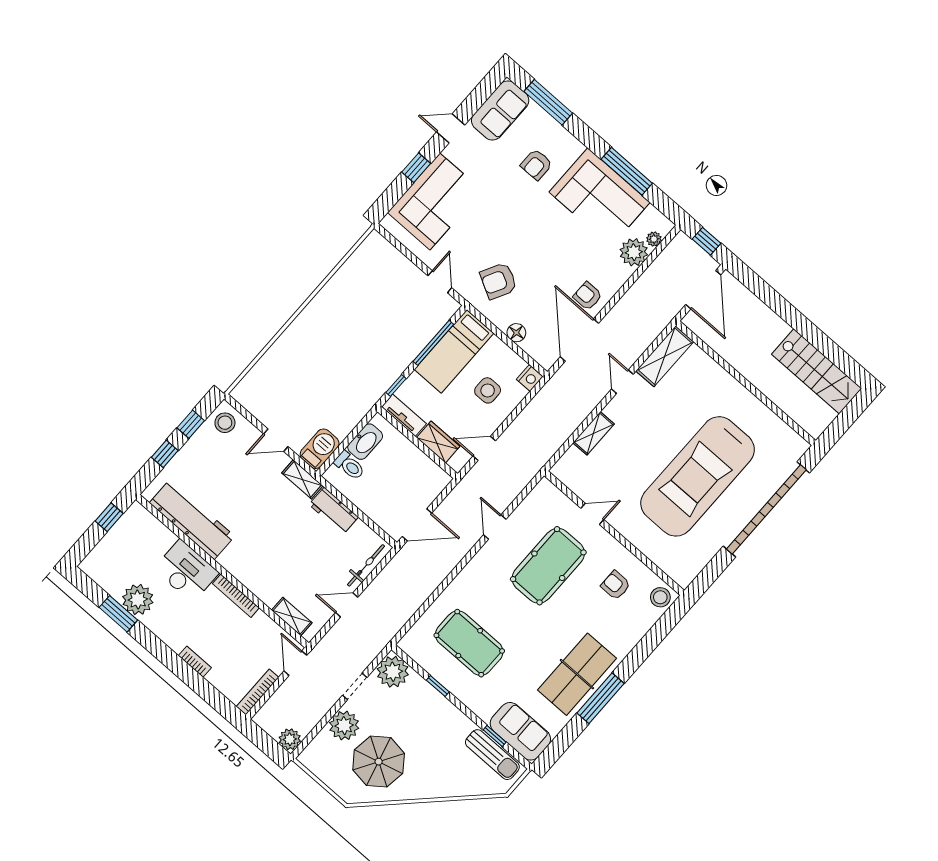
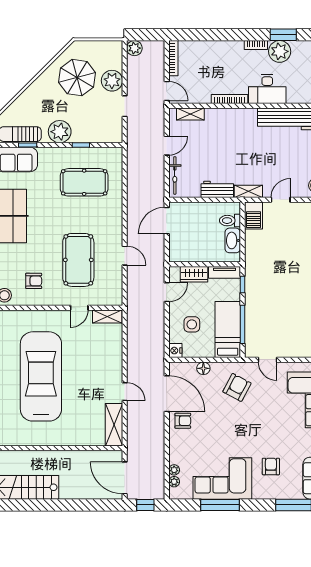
plant: (634, 252) -> (174, 470), width x0.53, depth x0.53
shelving: (593, 433) -> (107, 316), moved, turned 90
bookcase: (195, 662) -> (256, 45), moved
plant: (393, 672) -> (60, 132), moved

